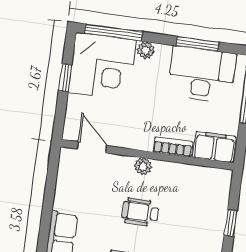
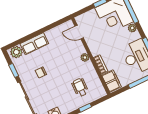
door: (92, 147) -> (79, 32), swing flipped
wheelchair: (141, 212) -> (80, 87), moved

